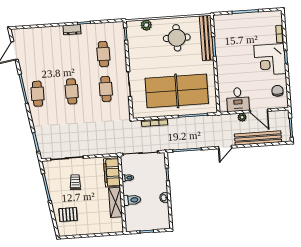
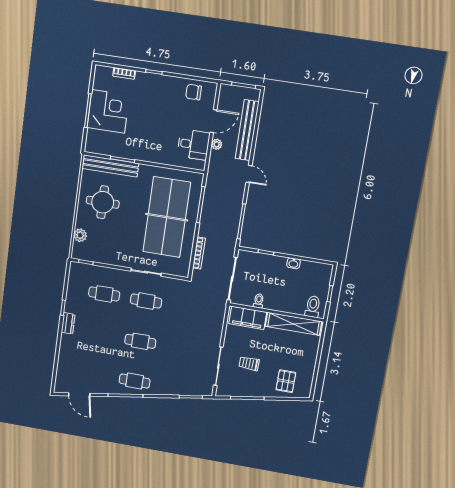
corner desk: (270, 59) -> (108, 111), moved, turned -90
toilet: (132, 200) -> (313, 307), moved
shelving: (115, 202) -> (293, 324), width x1.47

